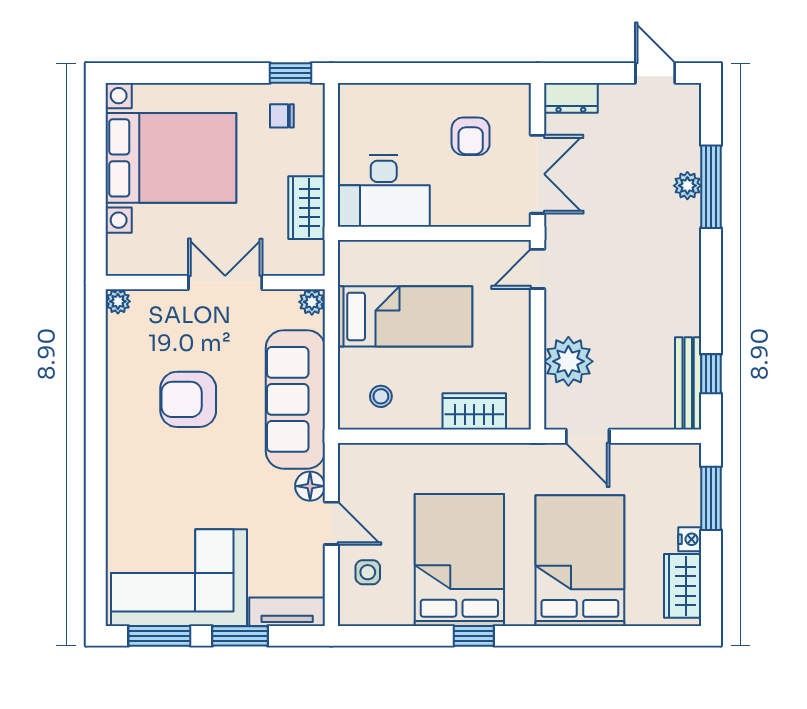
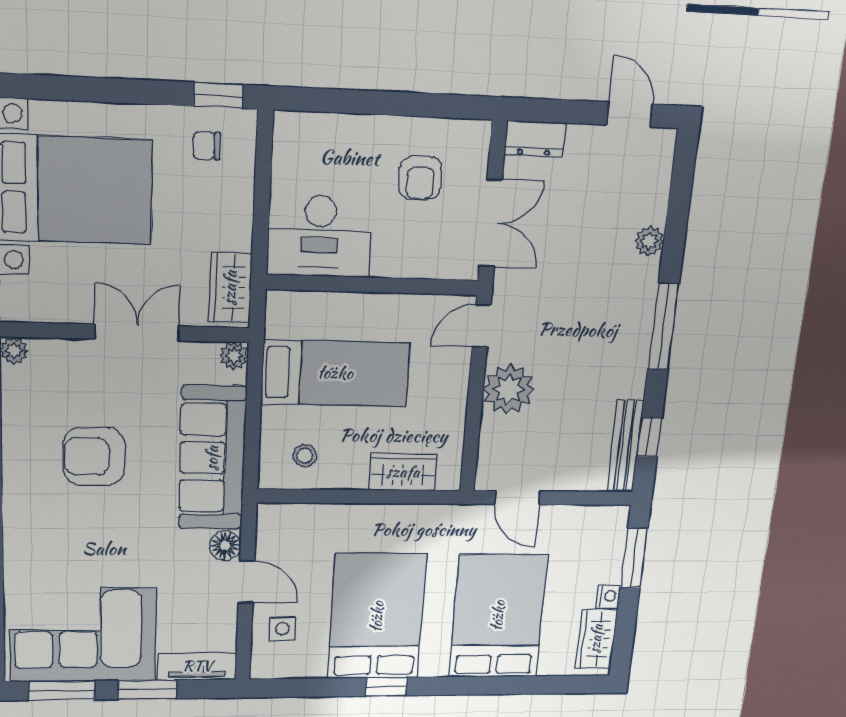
window: (711, 187) -> (663, 327), moved
wardrobe: (307, 208) -> (230, 288), moved
plant: (568, 361) -> (508, 389), moved

